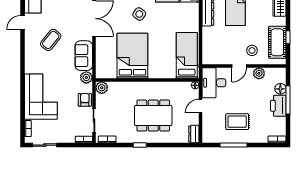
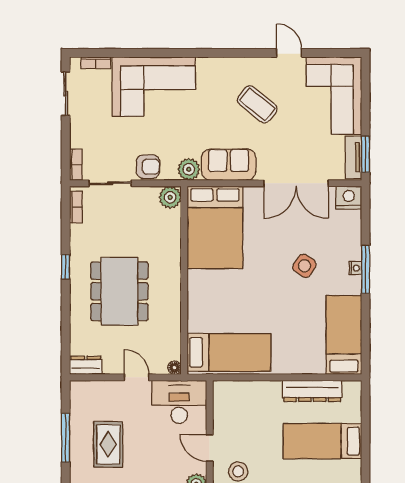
bed: (132, 56) -> (215, 227), moved, turned 90

